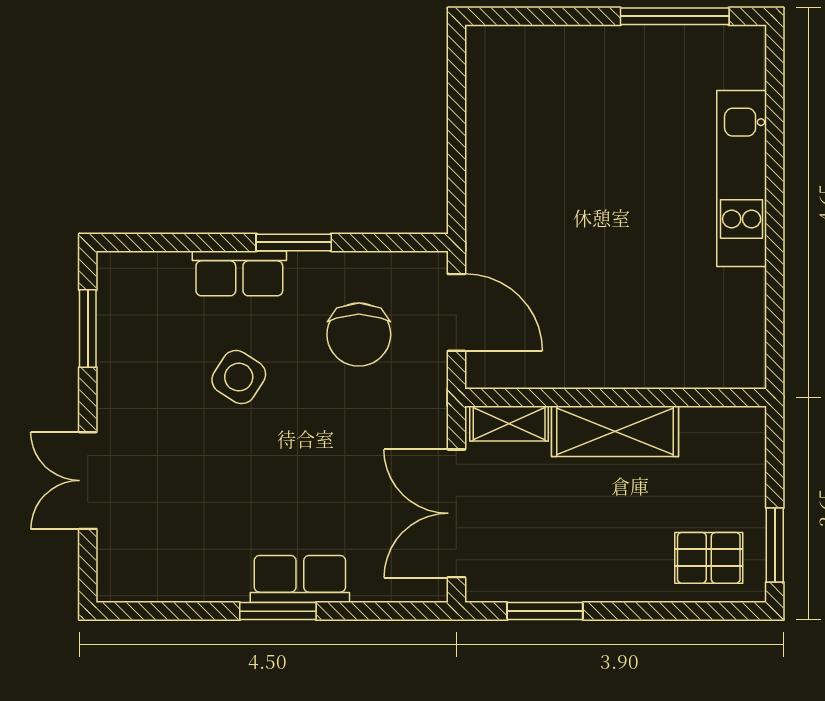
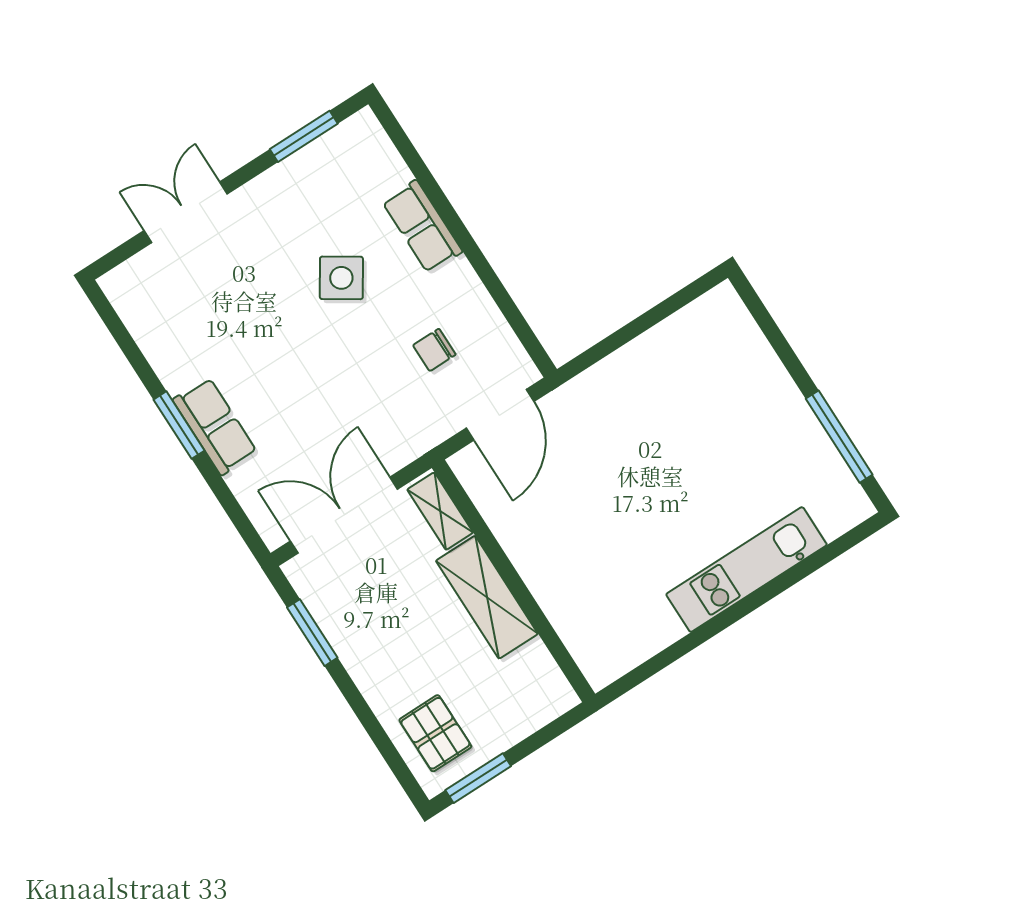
window: (294, 242) -> (473, 253), removed
chair: (359, 335) -> (434, 350), width x0.54, depth x0.54

